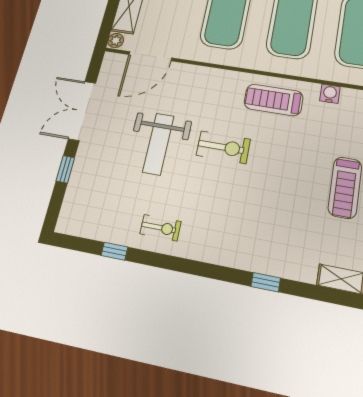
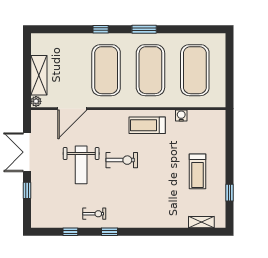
door: (150, 56) -> (72, 109), moved
window: (266, 282) -> (110, 232), moved

